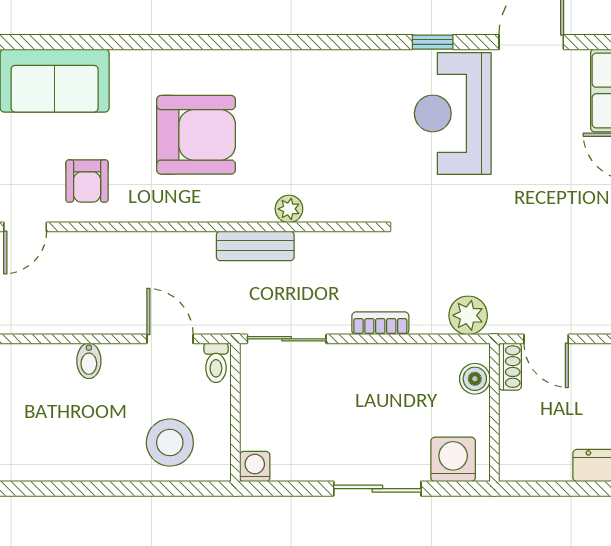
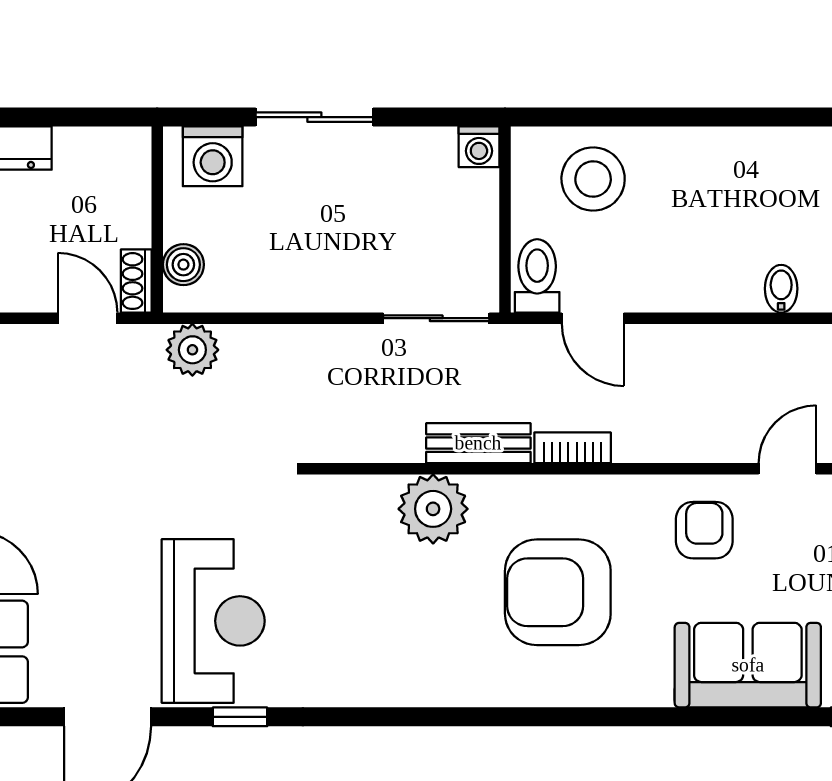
plant: (289, 209) -> (433, 509), width x1.88, depth x1.88
bookcase: (380, 323) -> (573, 448), moved, turned 180
bidet: (89, 361) -> (781, 289), moved
toilet: (216, 363) -> (537, 276), width x1.37, depth x1.39

